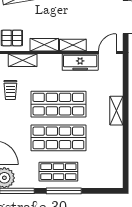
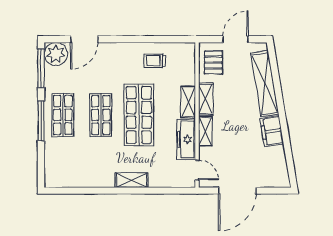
shelving: (23, 60) -> (188, 102), moved
shop shelf: (58, 138) -> (101, 115), width x0.70, depth x0.74

